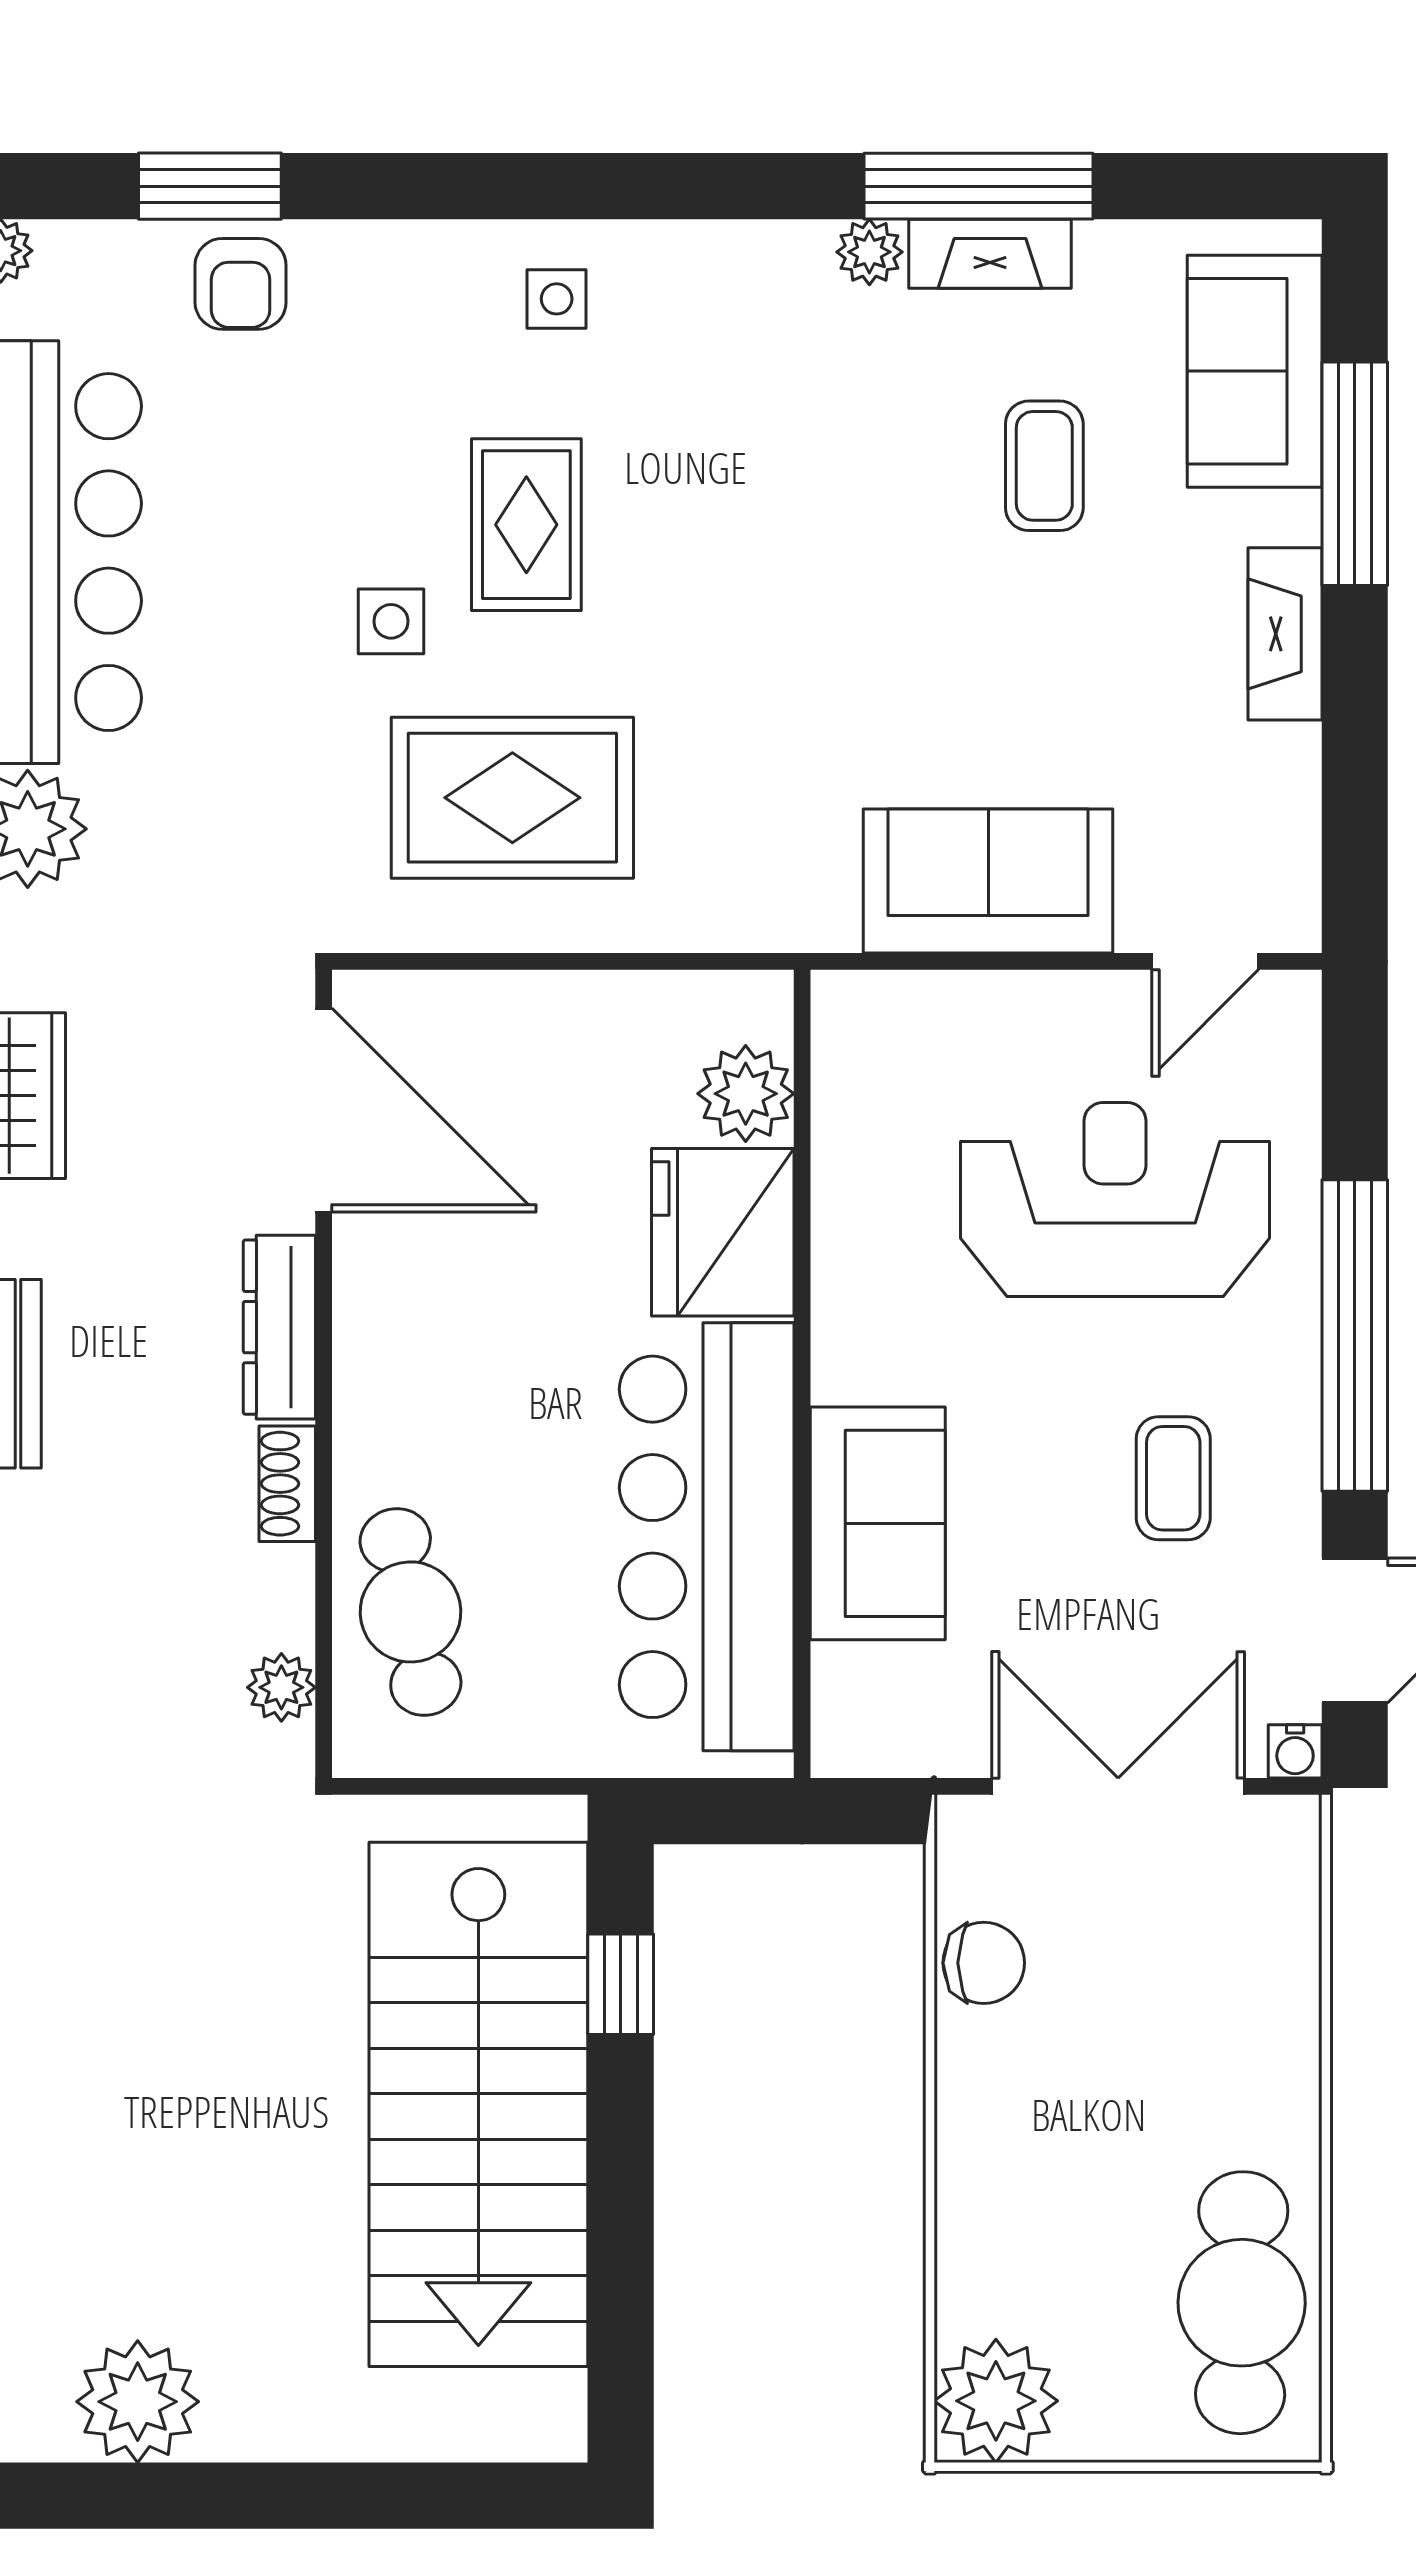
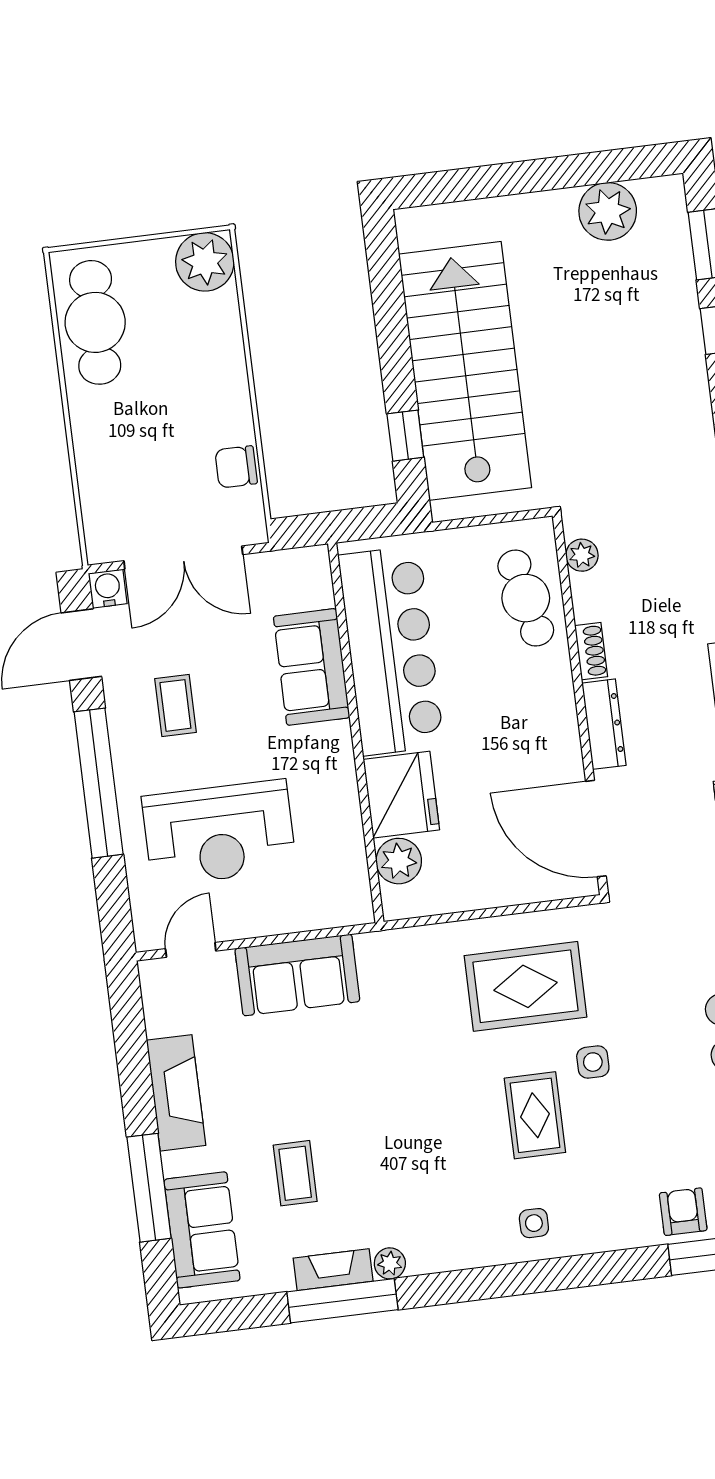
fireplace: (1285, 634) -> (176, 1093), width x1.37, depth x1.32
water cooler: (1295, 1751) -> (108, 589), width x1.38, depth x1.38

